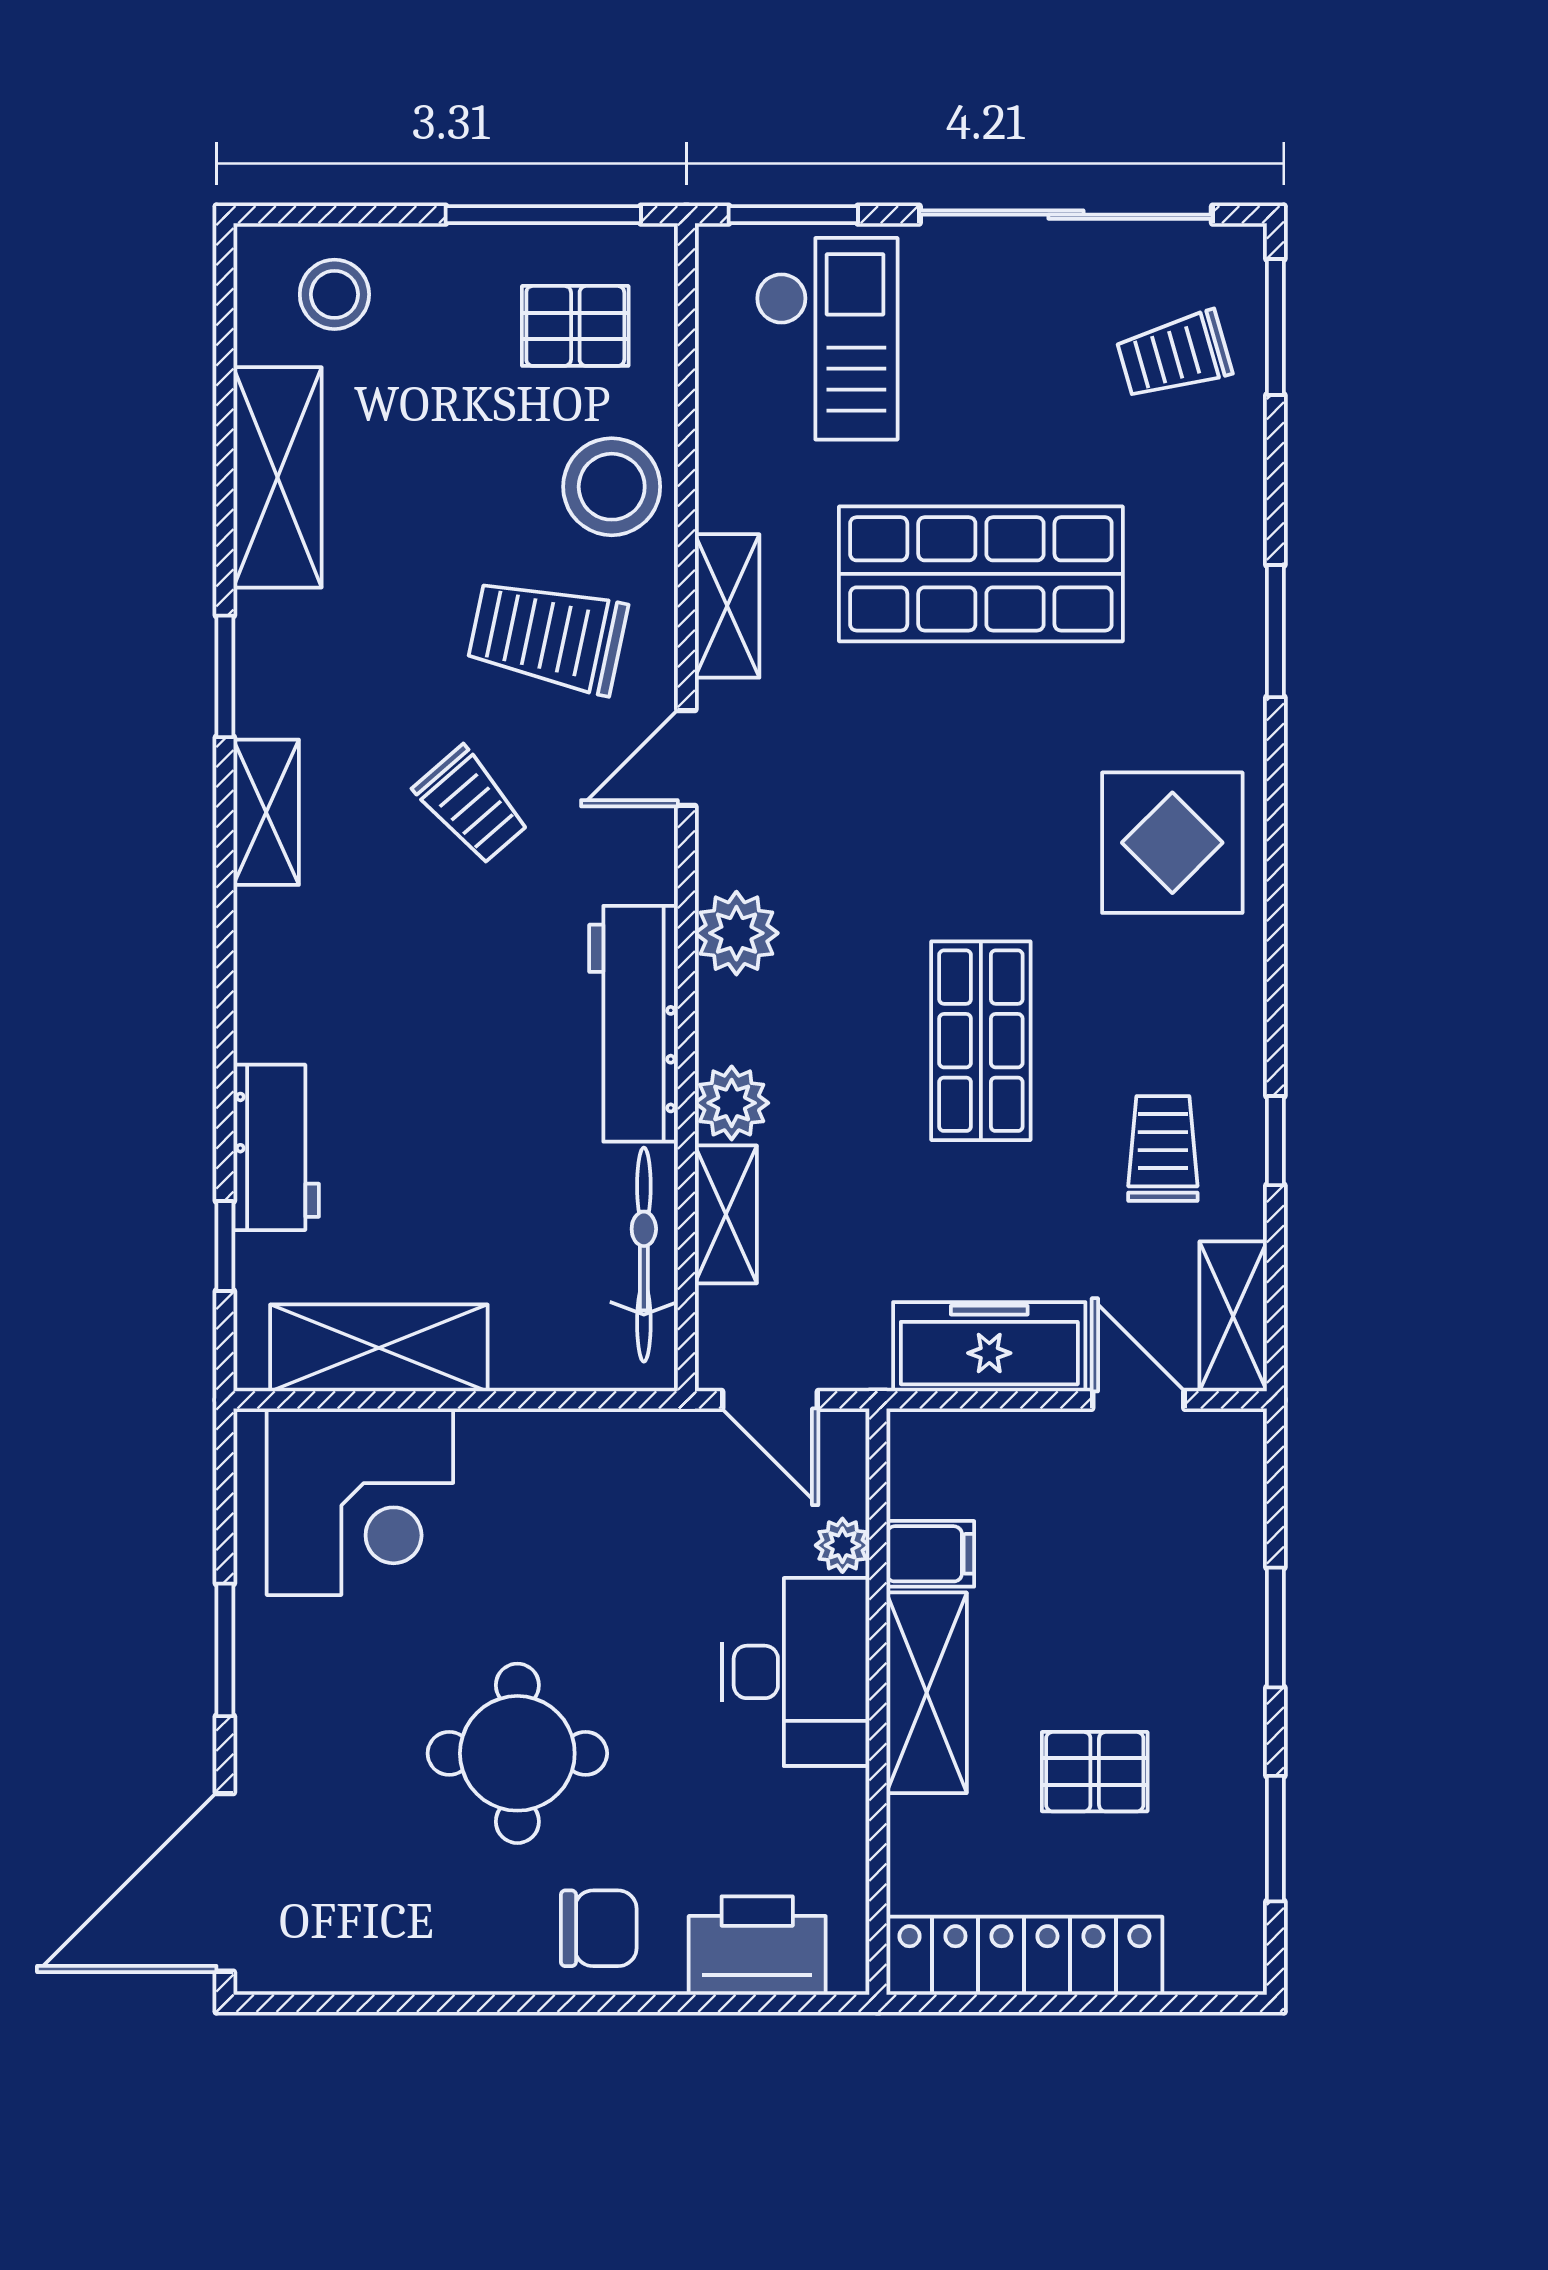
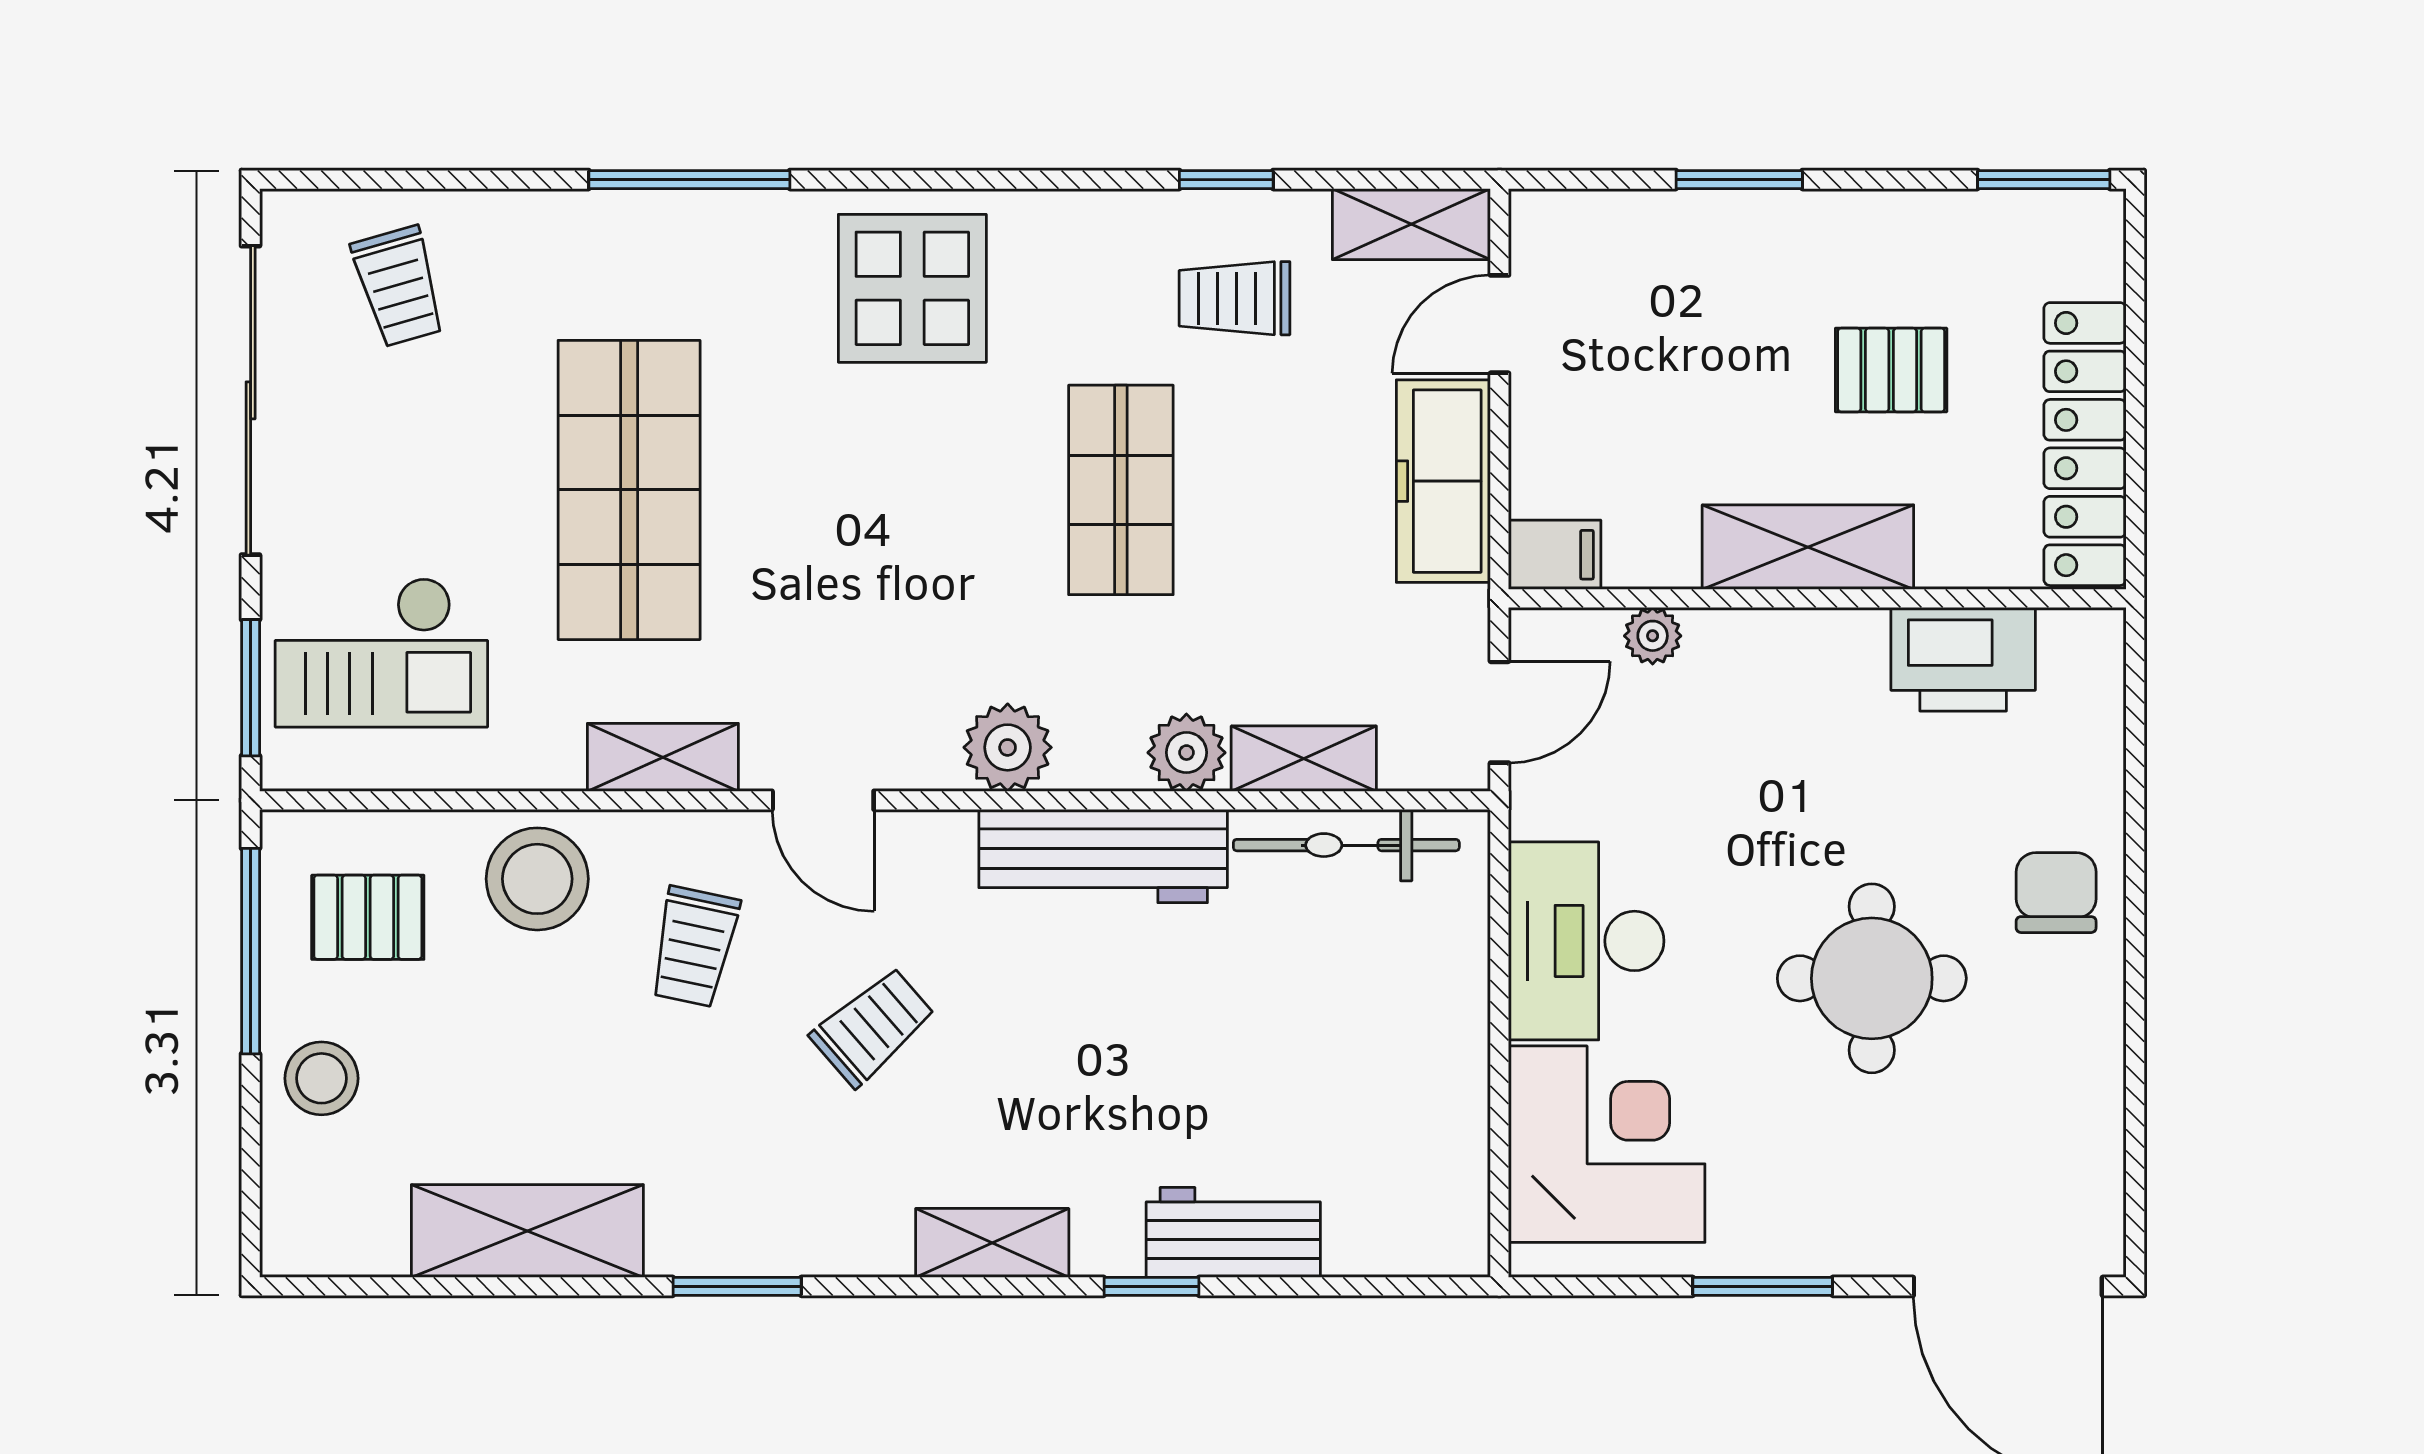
stool: (334, 294) -> (321, 1078), moved
pallet: (575, 326) -> (368, 917), turned 90
window: (1275, 327) -> (369, 180), removed
checkout: (827, 339) -> (381, 652), turned 180
window: (1275, 631) -> (689, 180), width x1.44
trolley: (547, 636) -> (694, 947), width x0.73, depth x0.72
shelving: (266, 812) -> (992, 1243), moved
shop shelf: (981, 1041) -> (1121, 490), turned 90
window: (225, 1246) -> (1151, 1286), moved
shelving: (379, 1348) -> (1445, 1124), removed
filing cabinet: (930, 1554) -> (1555, 555), moved, turned 90
desk: (796, 1672) -> (1586, 941), moved, turned -90
pallet: (1095, 1772) -> (1891, 370), turned 90
window: (1275, 1839) -> (2044, 180), moved
printer: (757, 1946) -> (1963, 659), moved, turned -90

